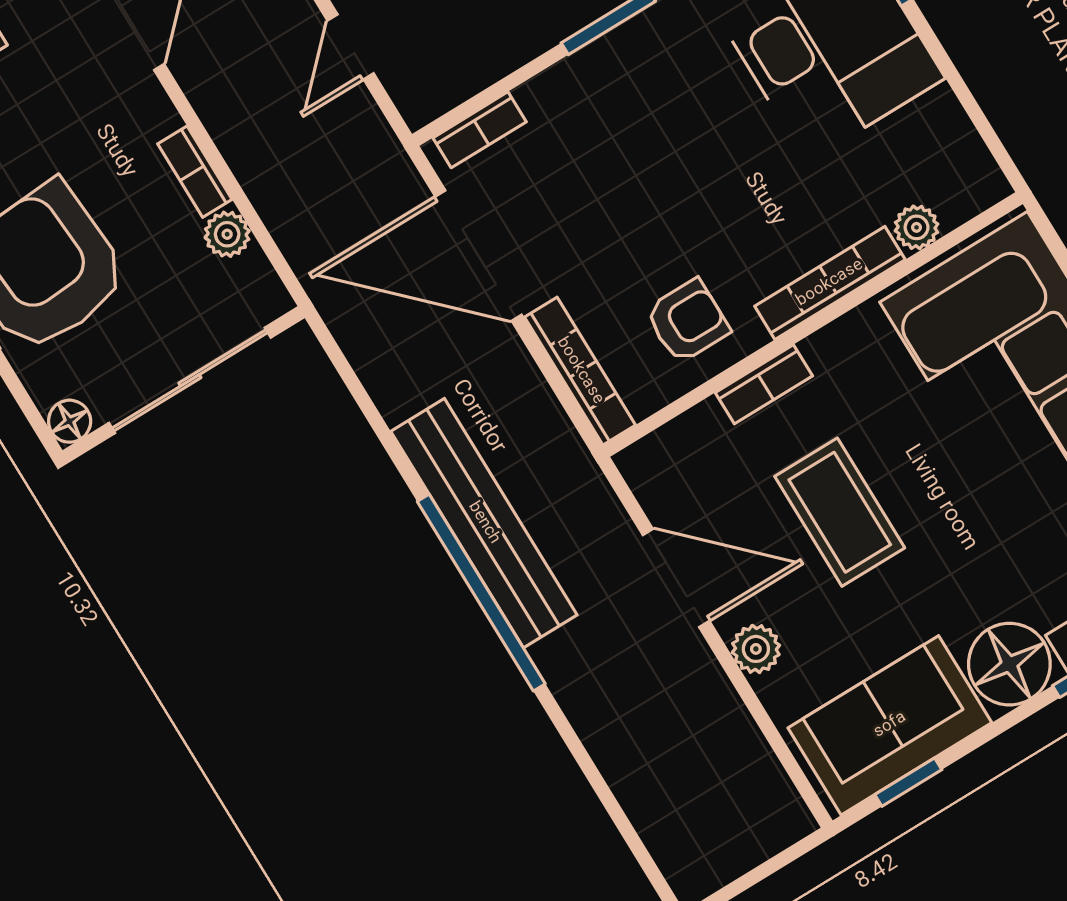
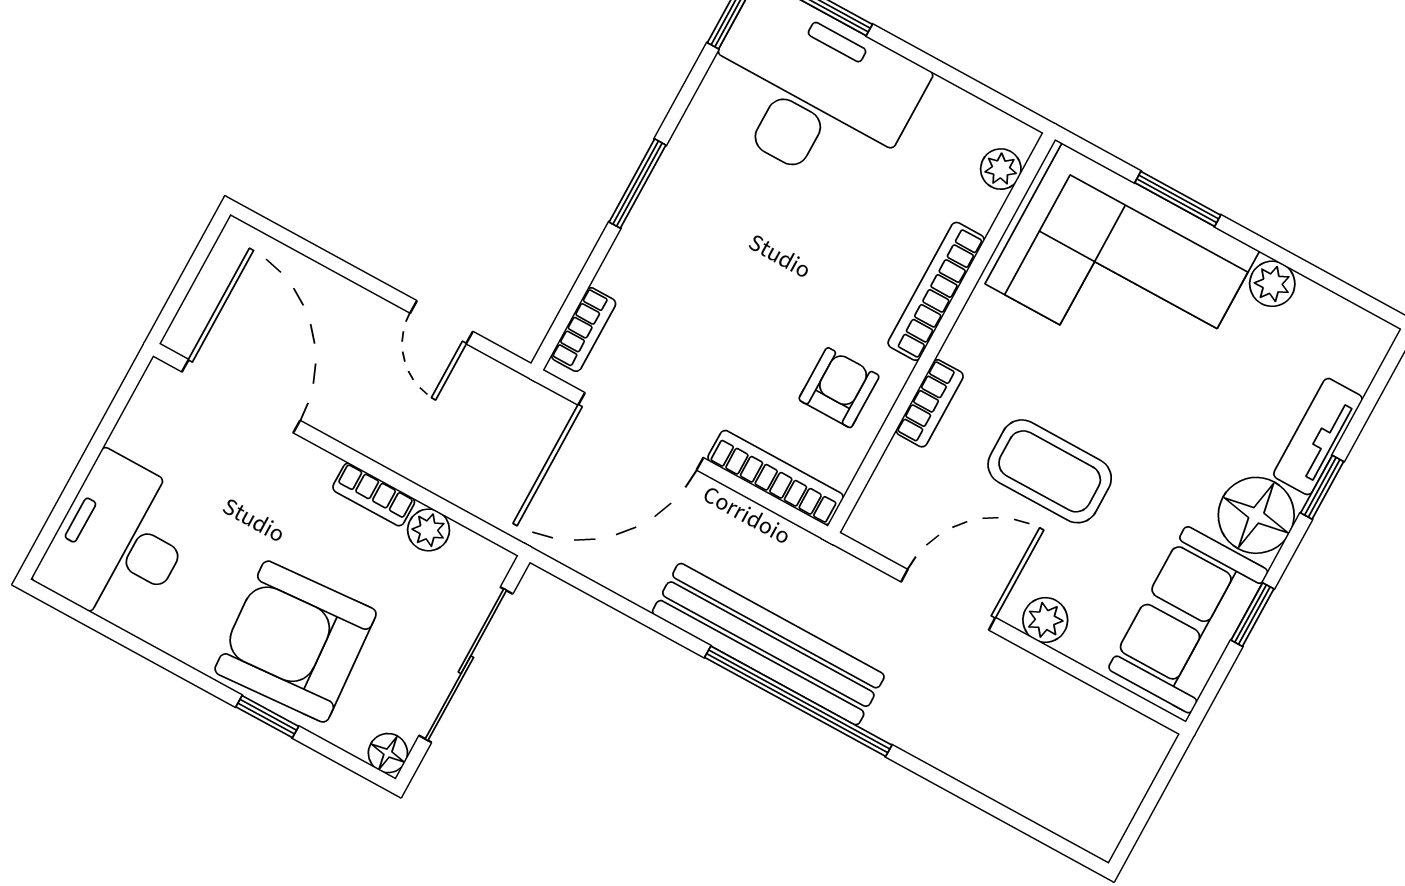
plant: (917, 227) -> (1001, 169), moved
window: (908, 782) -> (1252, 615), moved

